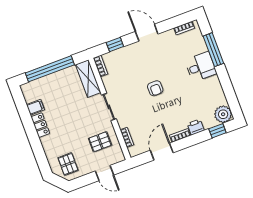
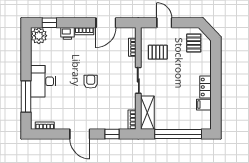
desk: (201, 67) -> (43, 81), width x1.37

